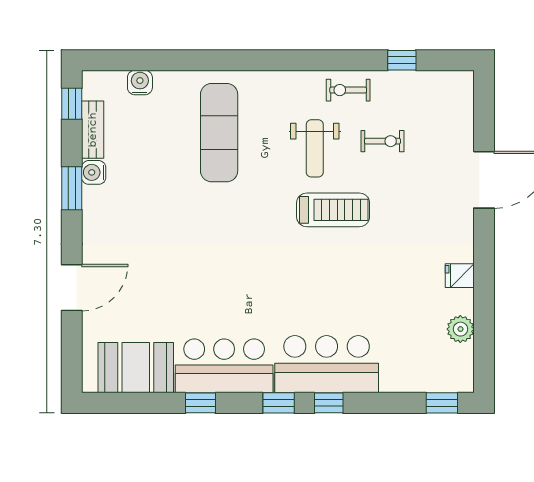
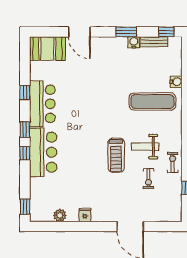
water cooler: (140, 83) -> (176, 82), moved
booth: (136, 368) -> (47, 49), moved, turned 90

